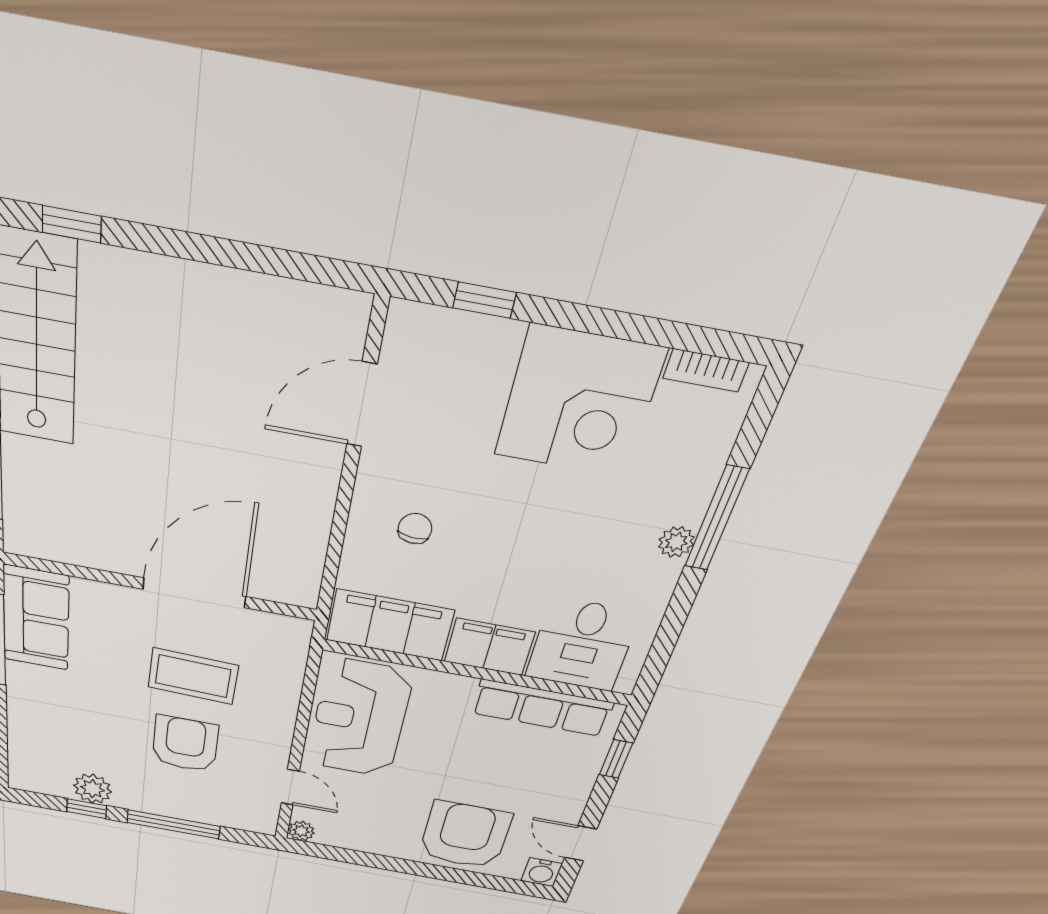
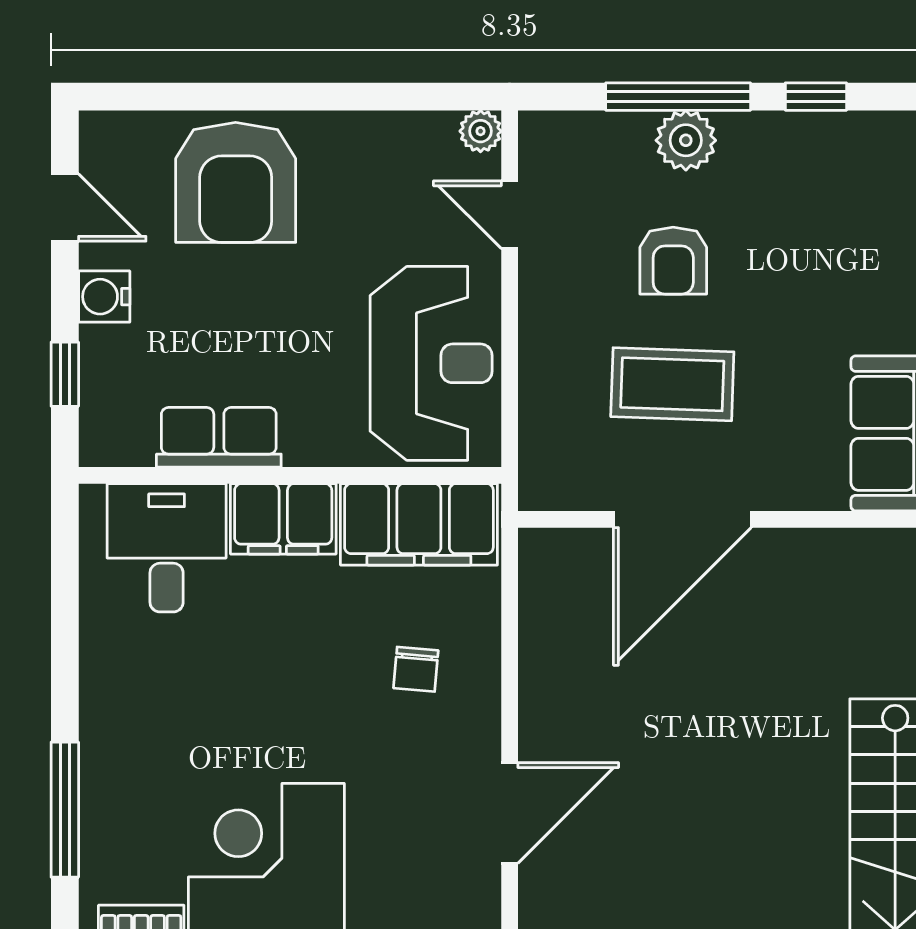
window: (716, 519) -> (65, 810), moved
plant: (676, 542) -> (100, 715), removed
row of seats: (542, 708) -> (219, 437), width x0.68
armchair: (185, 744) -> (673, 261), width x0.72, depth x0.72
plant: (93, 789) -> (686, 140), moved
water cooler: (542, 872) -> (104, 297), moved, turned -90

